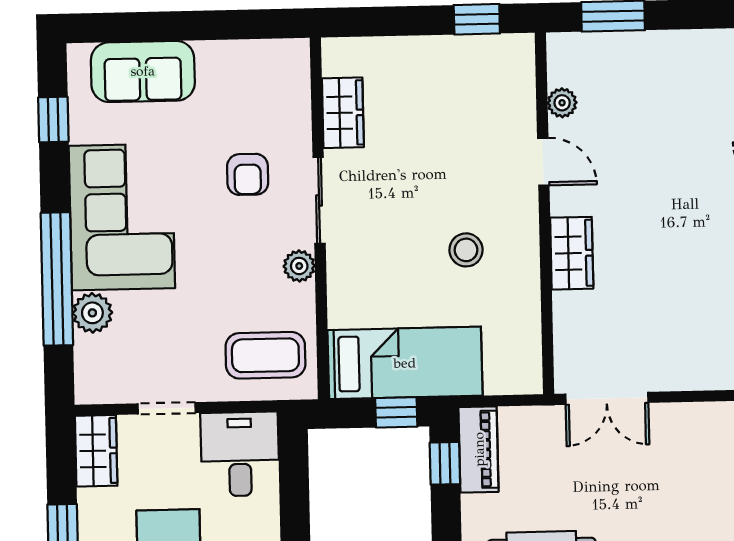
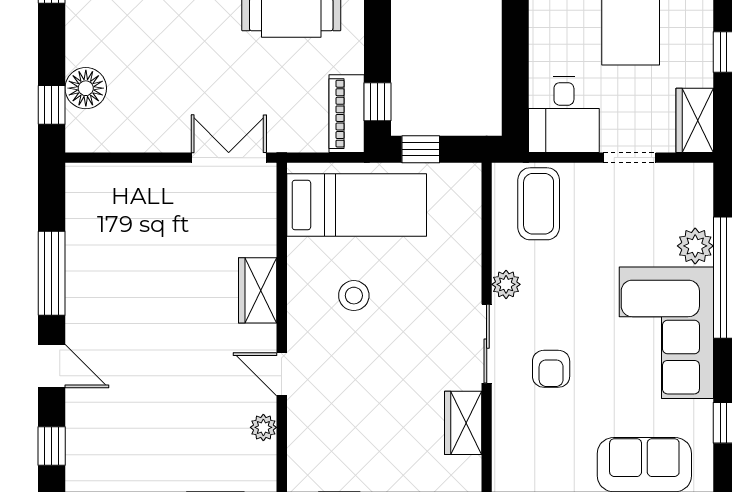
armchair: (248, 174) -> (551, 369), turned 180
coffee table: (265, 355) -> (539, 204), turned 90
bed: (405, 363) -> (357, 205), moved, turned 180

